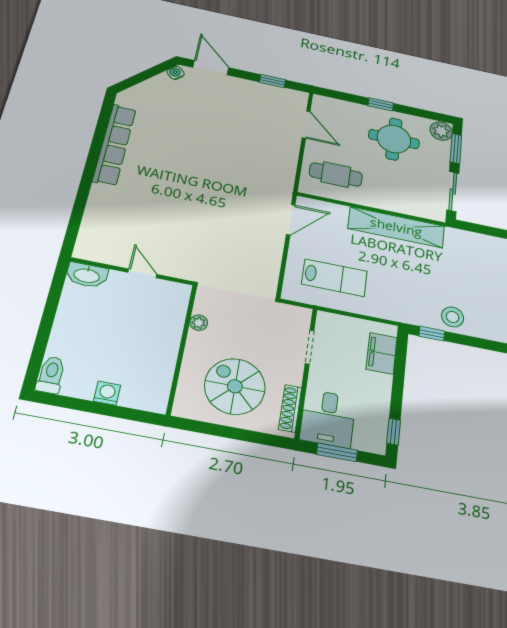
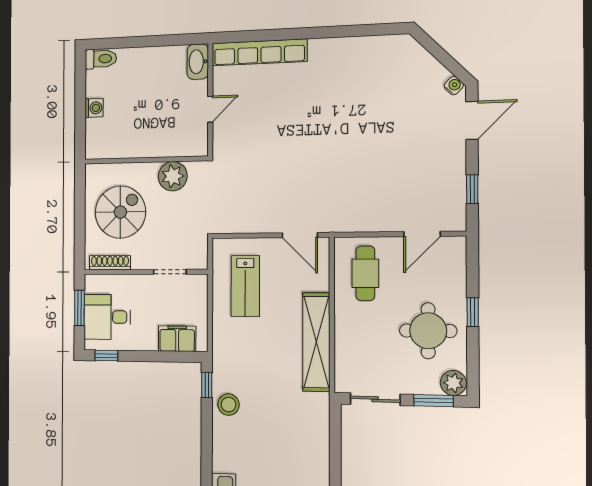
row of seats: (115, 145) -> (259, 52), moved
plant: (199, 323) -> (173, 176), width x1.88, depth x1.88
desk: (328, 418) -> (107, 317), moved

